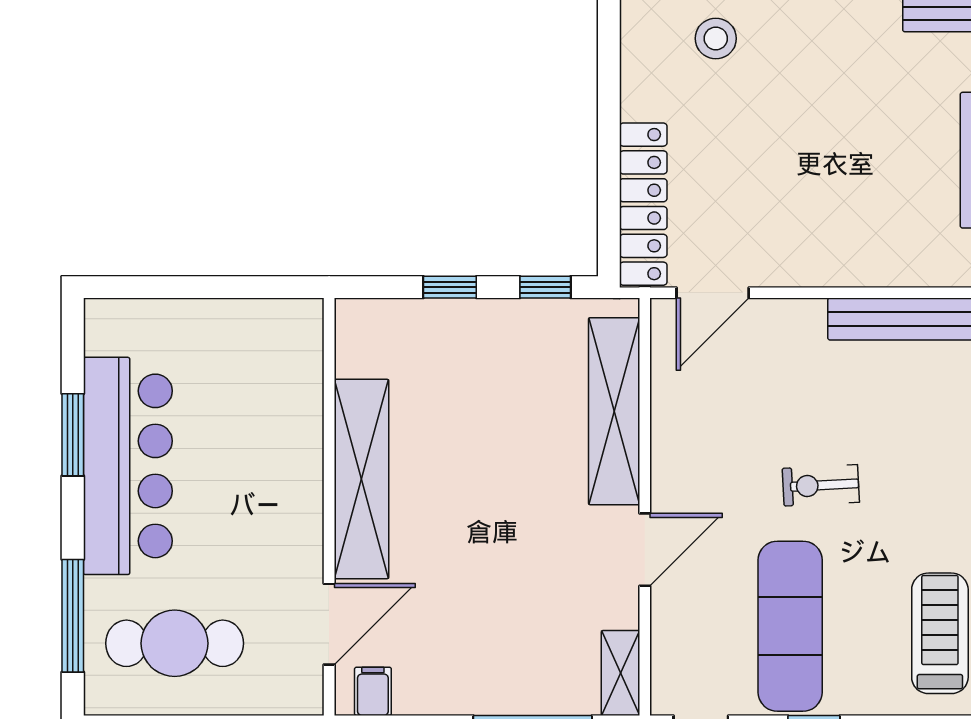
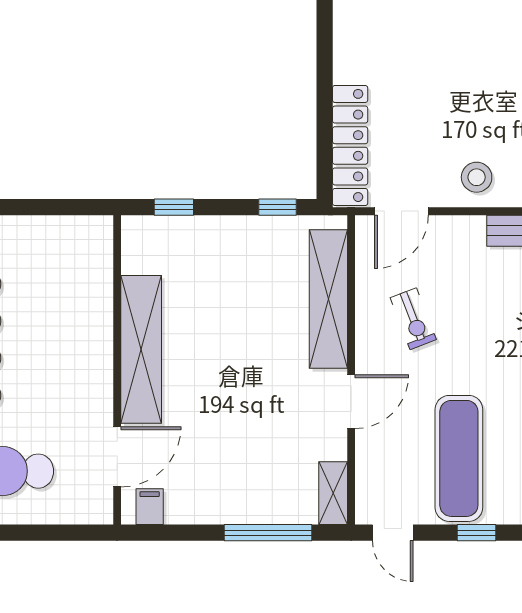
stool: (716, 38) -> (477, 177), moved
window: (450, 287) -> (174, 207), moved
exercise bike: (821, 485) -> (413, 319), moved, turned -108

